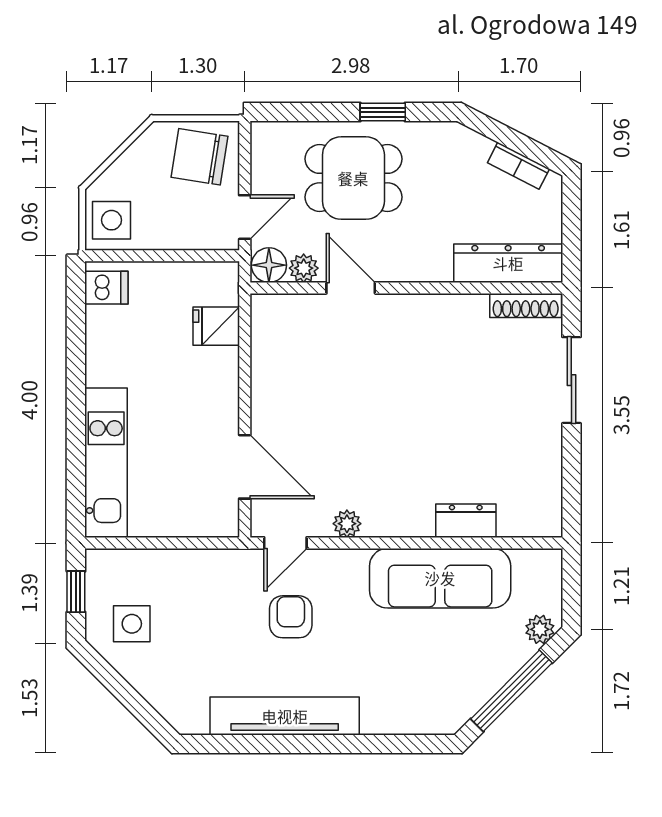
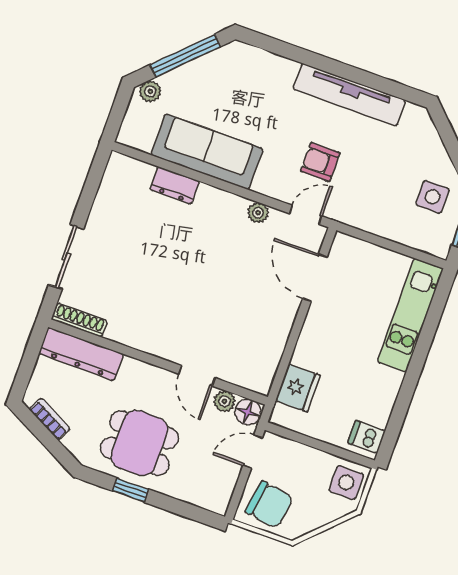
dining table: (353, 178) -> (139, 443), moved
fridge: (216, 326) -> (298, 388), width x1.38
armchair: (291, 617) -> (320, 162), turned 90

